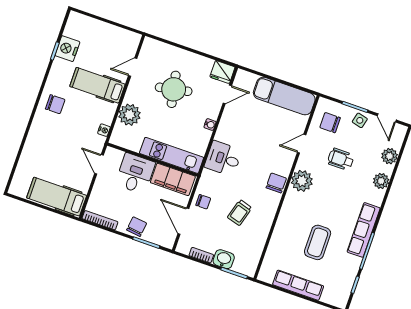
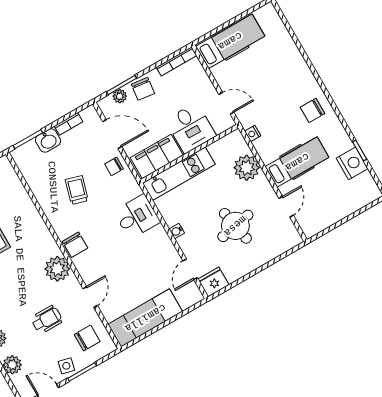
plant: (155, 238) -> (120, 96), added

